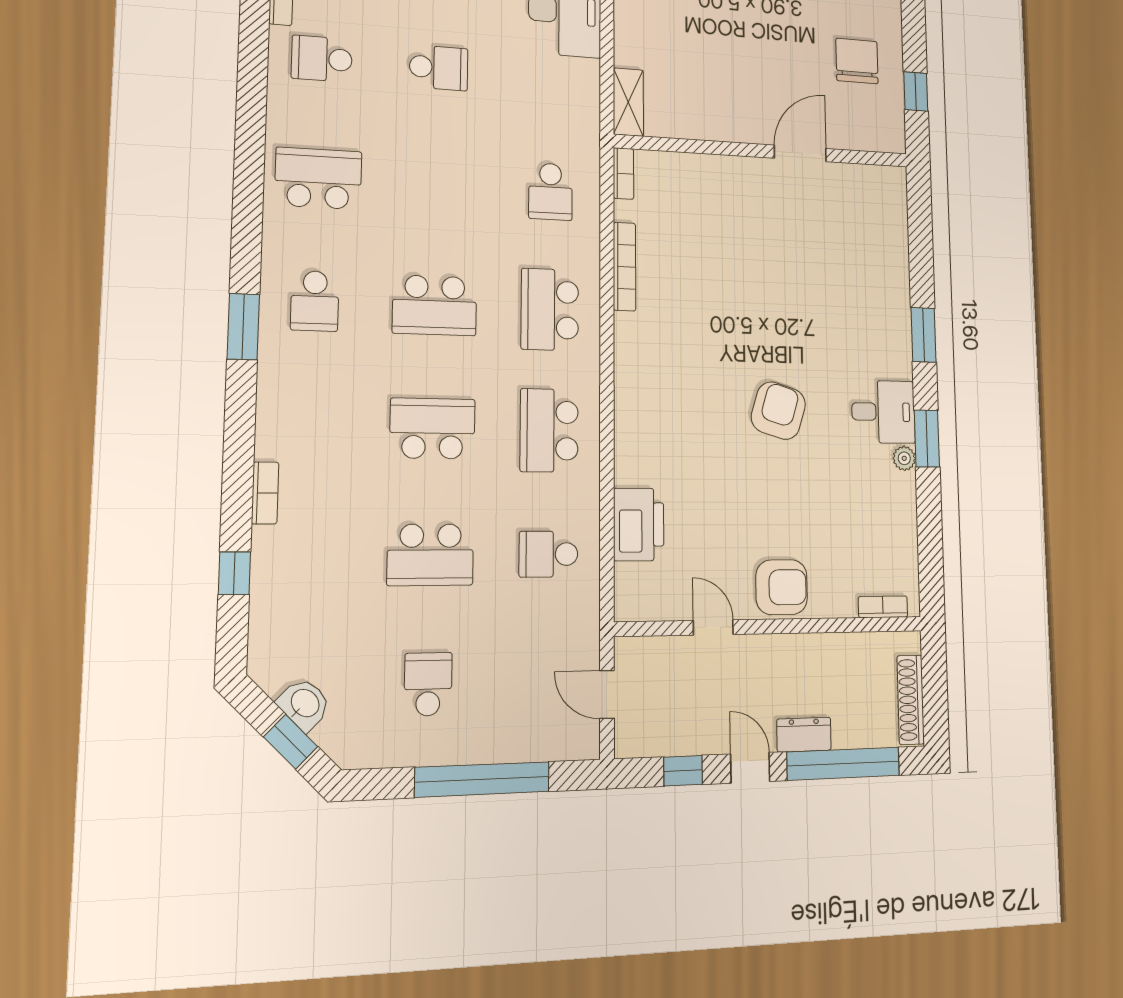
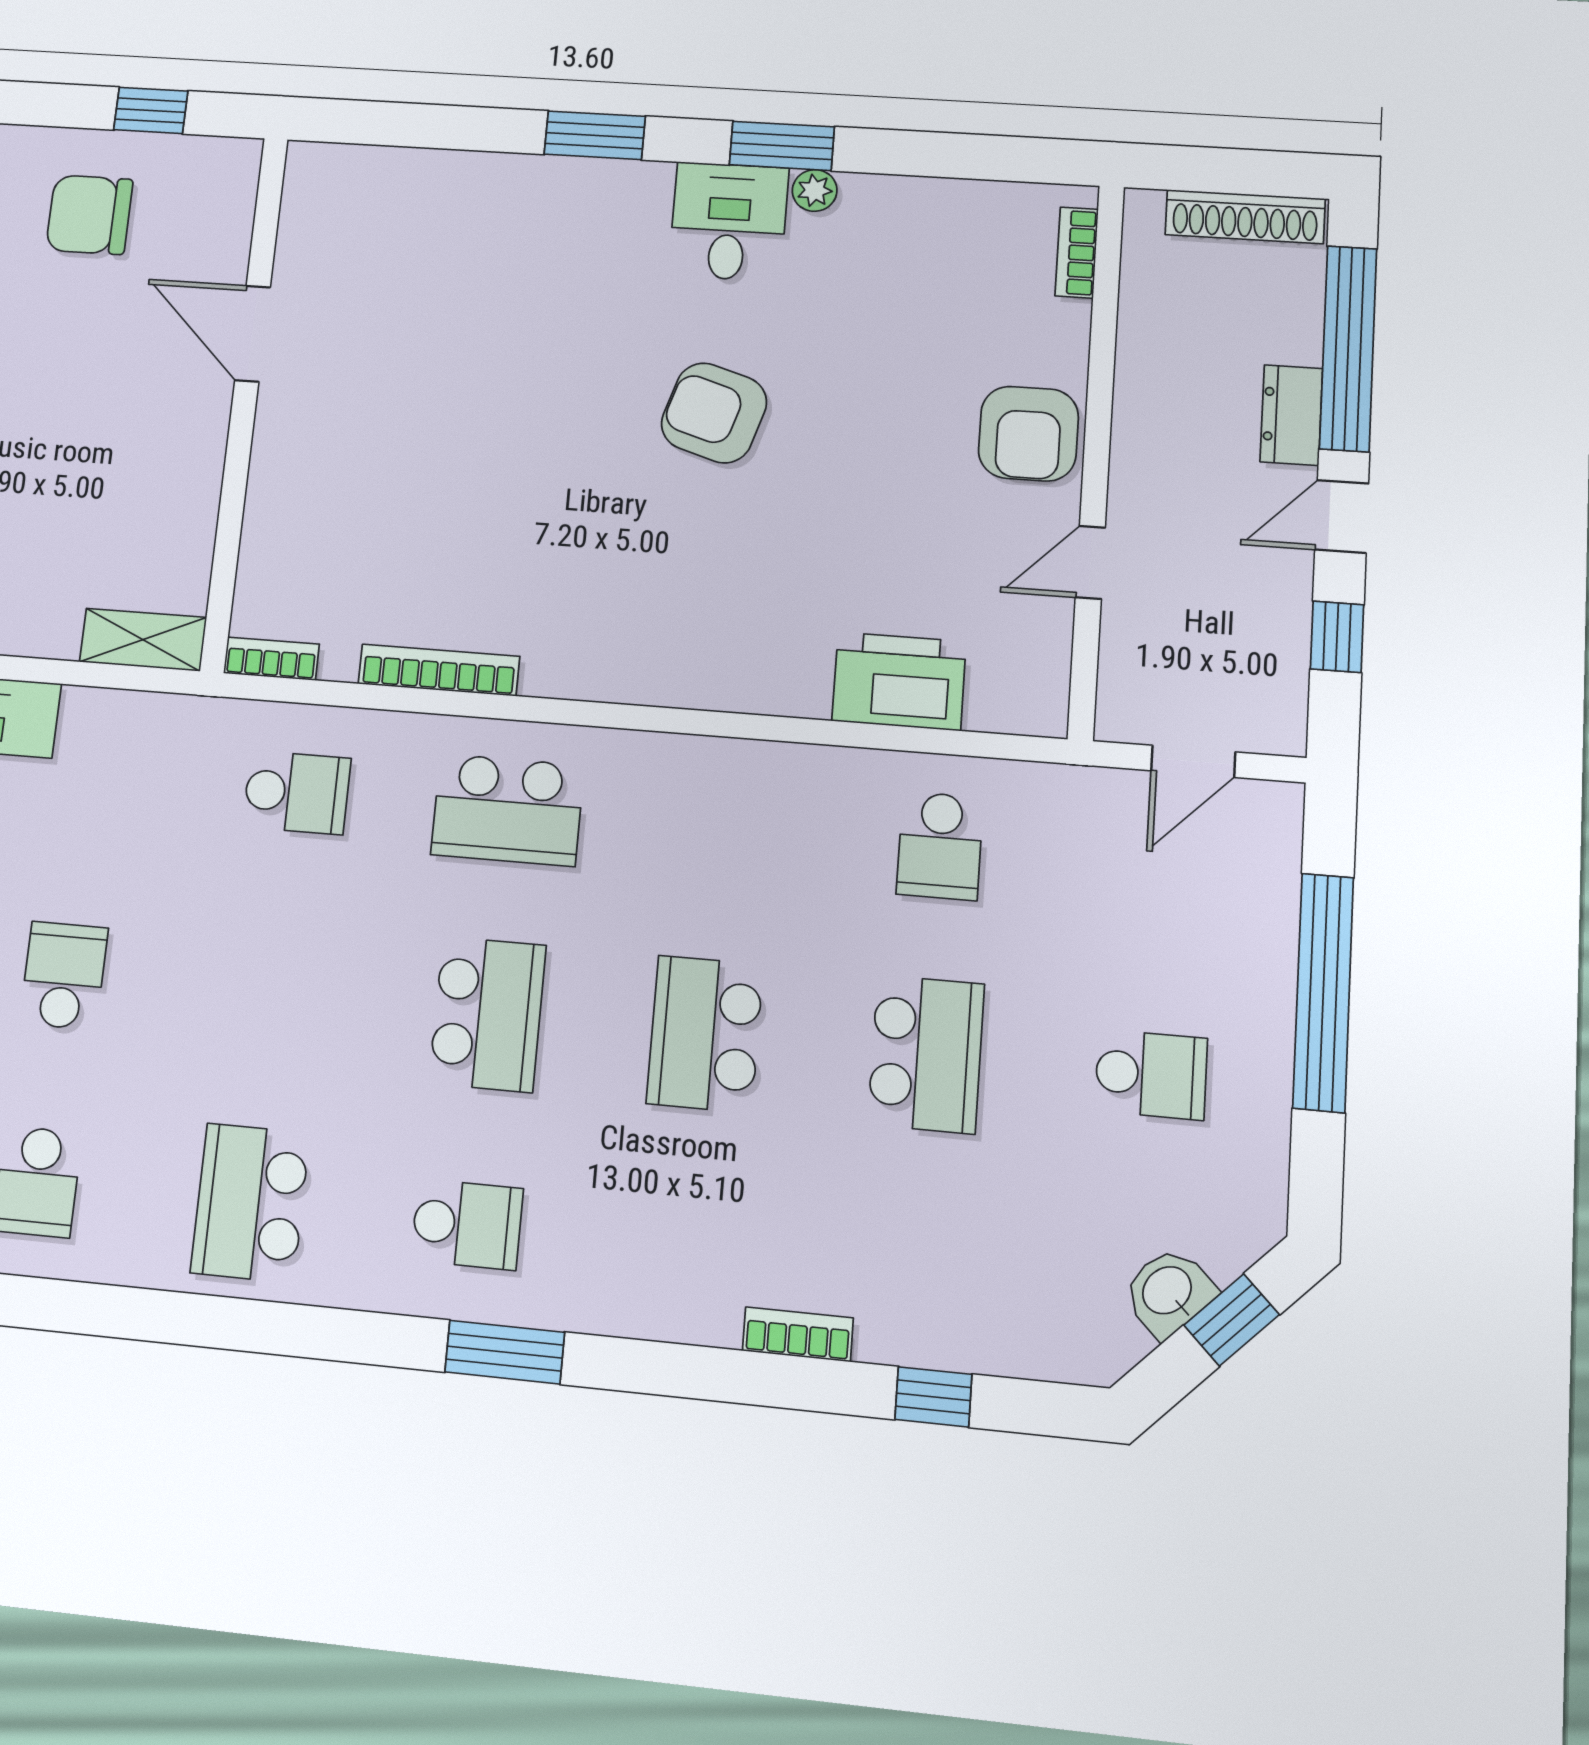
school desk: (549, 430) -> (722, 828), removed
armchair: (782, 587) -> (1028, 434), turned 180
school desk: (428, 684) -> (1151, 1075), turned 180

